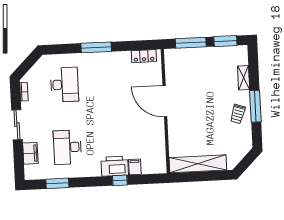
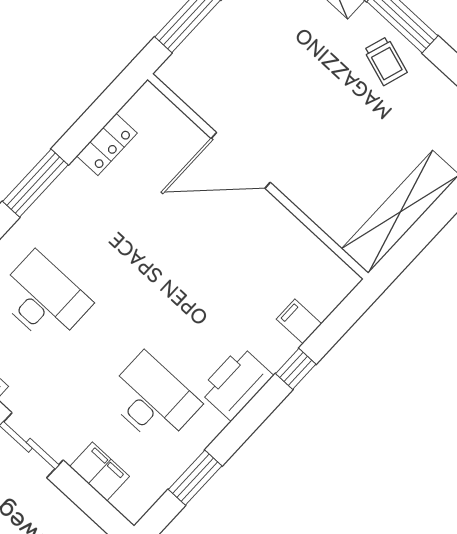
locker: (144, 56) -> (107, 144), moved
desk: (67, 147) -> (152, 400), turned 180
printer: (115, 166) -> (236, 383), moved

